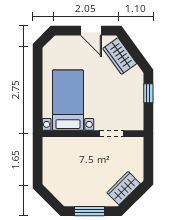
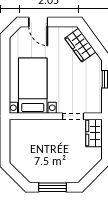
door: (91, 31) -> (38, 22), moved
wardrobe: (124, 188) -> (94, 133), moved, turned -45

